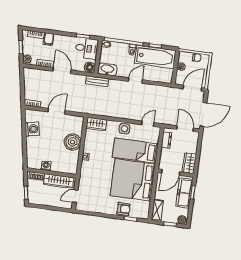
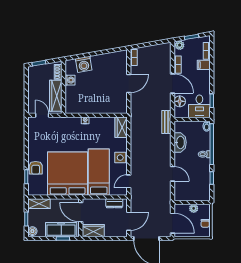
bathtub: (155, 57) -> (200, 180), removed
floor lamp: (90, 67) -> (180, 101), moved
washbasin: (107, 69) -> (180, 142), moved
door: (62, 71) -> (172, 83), hinge flipped
door: (135, 81) -> (172, 174), moved
door: (57, 111) -> (129, 84), hinge flipped
door: (148, 124) -> (129, 181), swing flipped
washing machine: (32, 129) -> (84, 64), moved
boiler: (73, 142) -> (99, 105), removed

